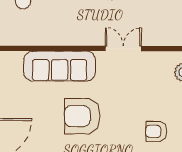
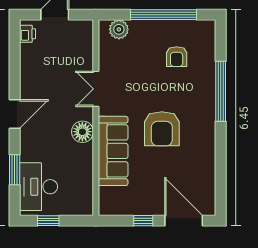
floor lamp: (79, 35) -> (82, 132), added

